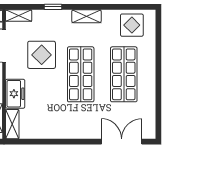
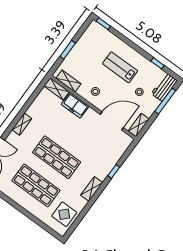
shelving: (19, 16) -> (22, 124), moved
display table: (42, 55) -> (88, 141), removed

